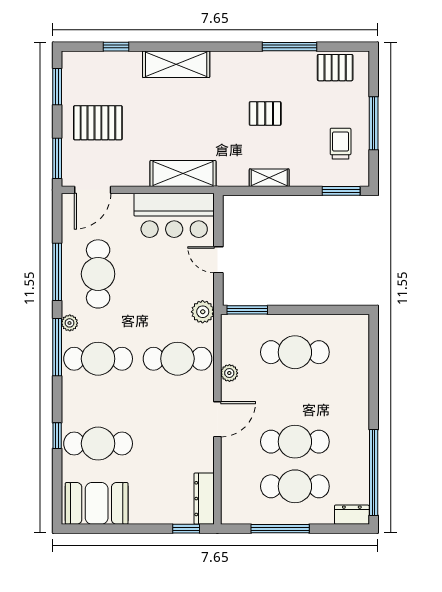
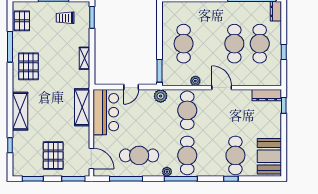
pallet: (265, 114) -> (28, 66), moved, width x1.50, depth x1.42
window: (57, 272) -> (126, 179), moved
window: (280, 529) -> (284, 52), width x0.46

